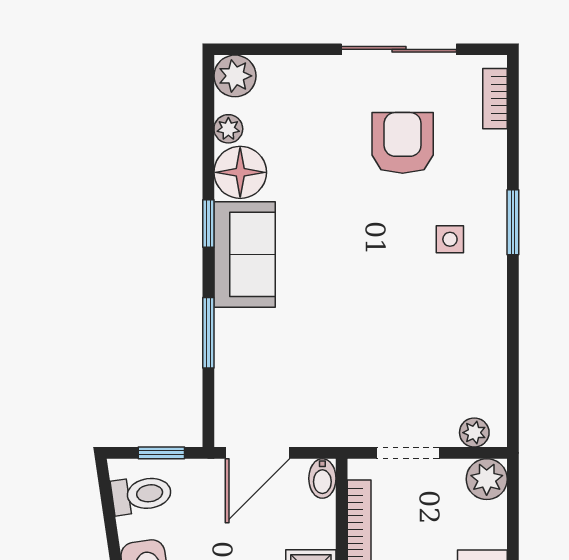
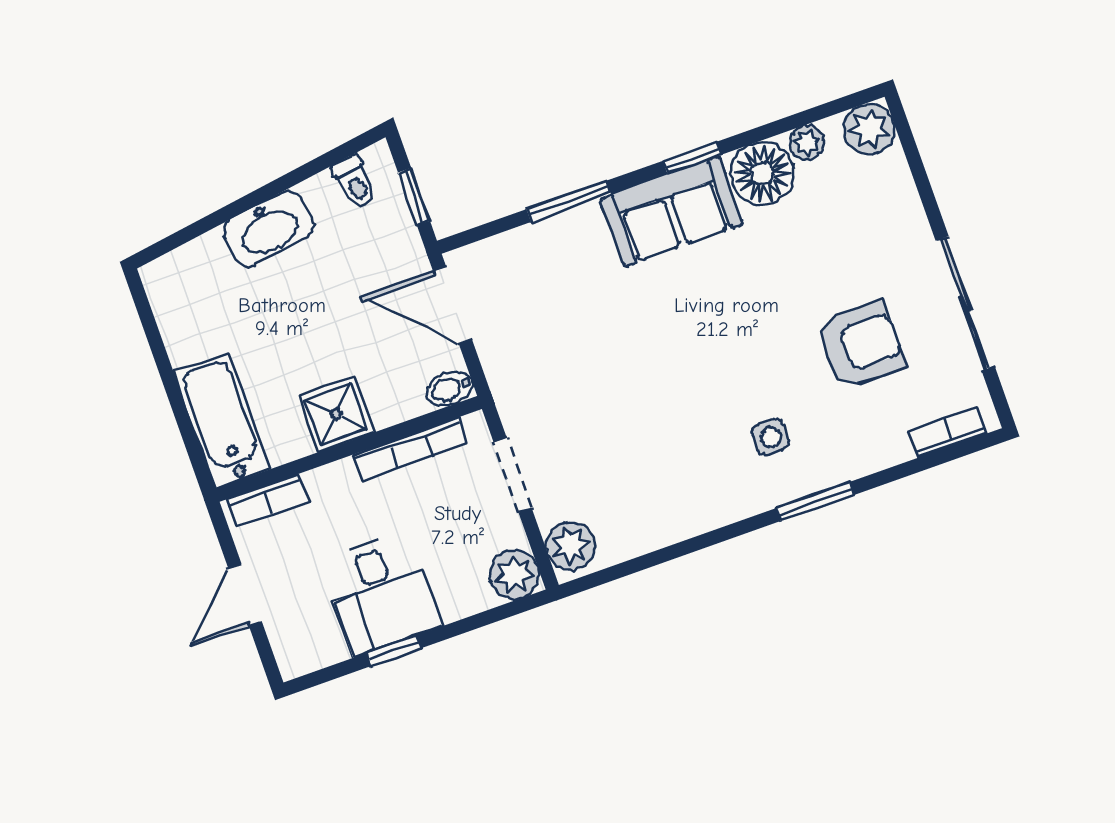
plant: (474, 433) -> (571, 546), width x1.38, depth x1.38
toilet: (141, 495) -> (354, 182), width x0.73, depth x0.72

